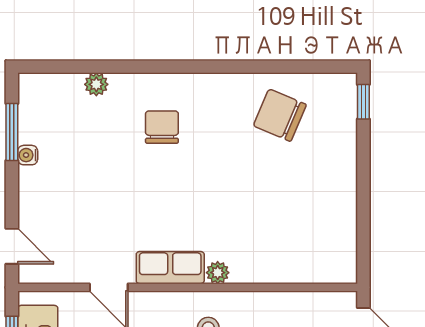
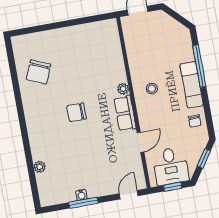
window: (363, 102) -> (24, 31), removed
chair: (162, 127) -> (77, 112), moved
window: (12, 132) -> (83, 203), moved

